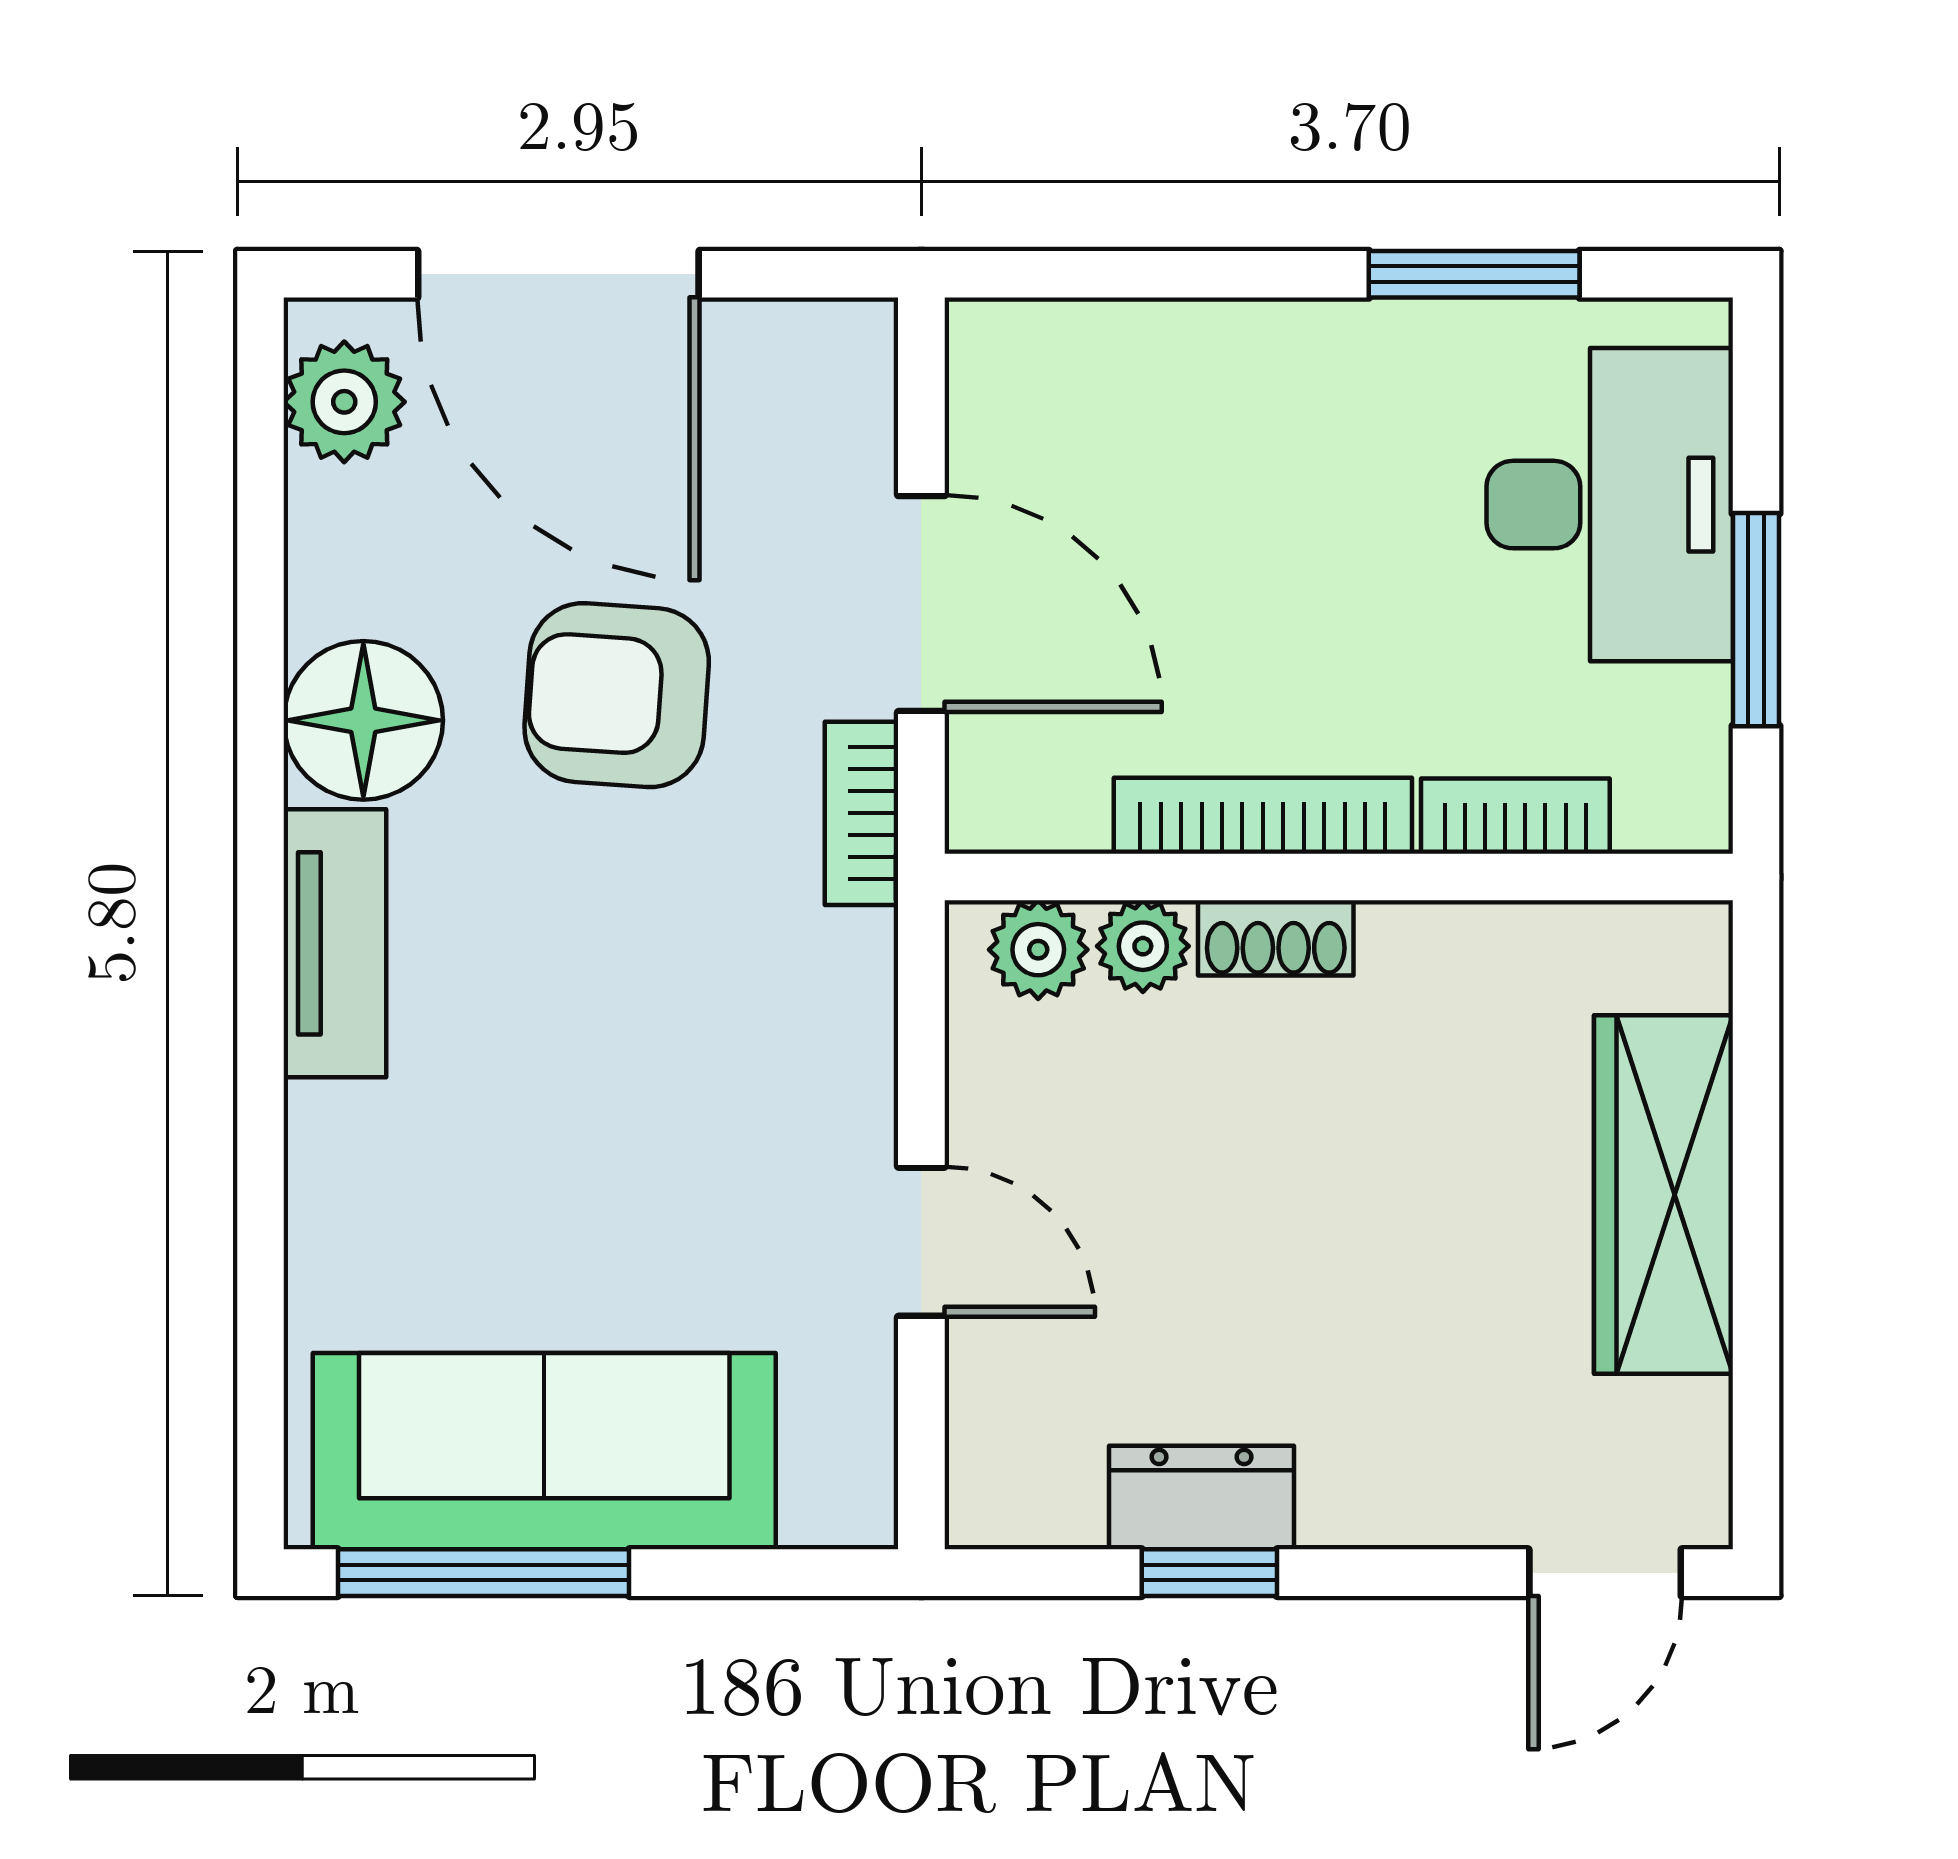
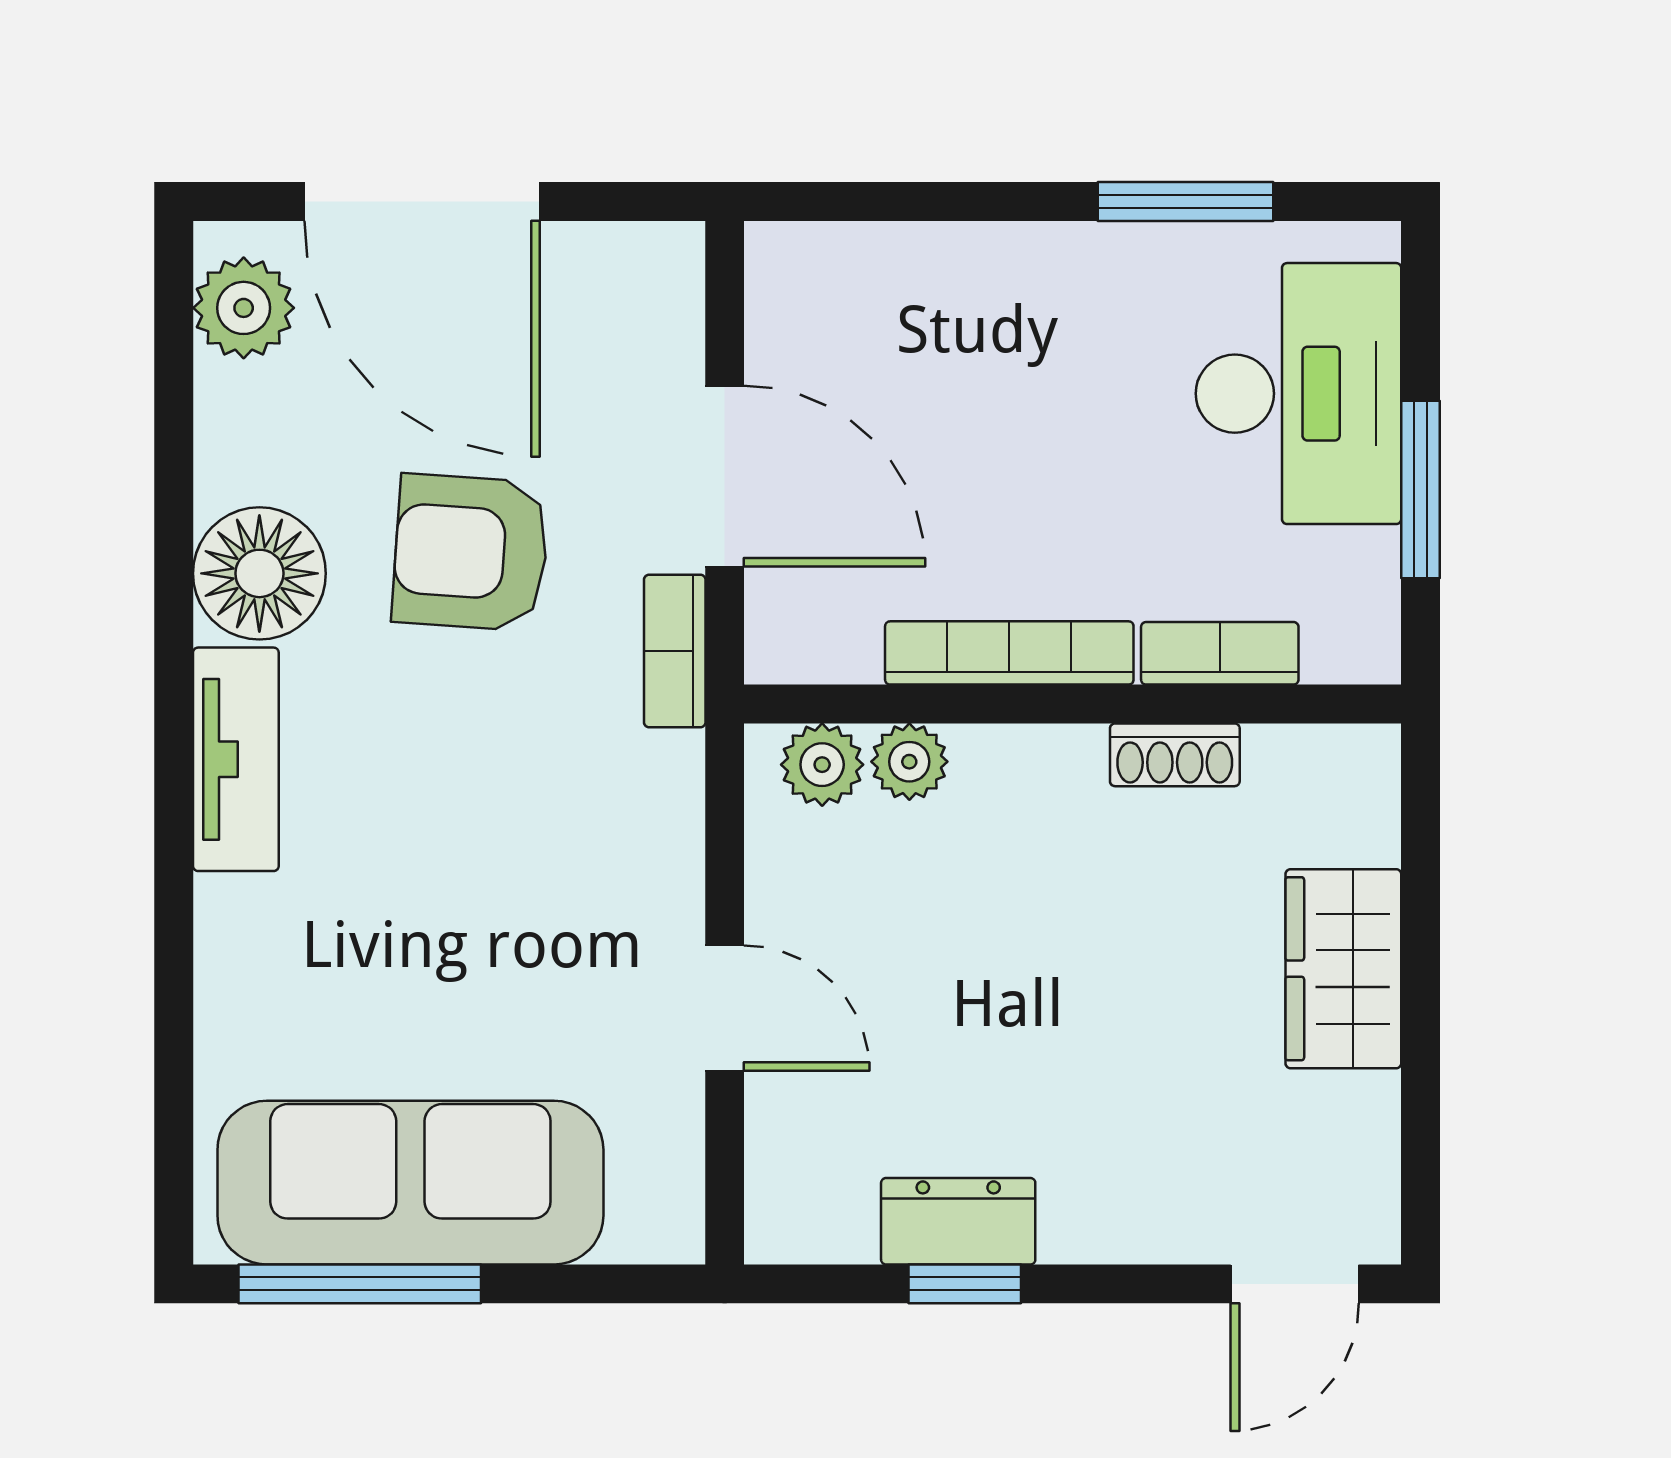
shoe rack: (1276, 938) -> (1175, 755), moved
wardrobe: (1664, 1195) -> (1343, 969), width x0.67

